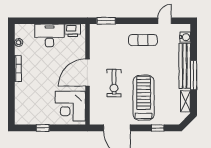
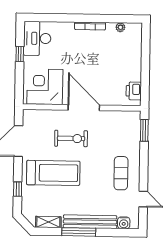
desk: (50, 35) -> (37, 38), moved, turned 180
exercise bike: (114, 83) -> (71, 138), turned 180

